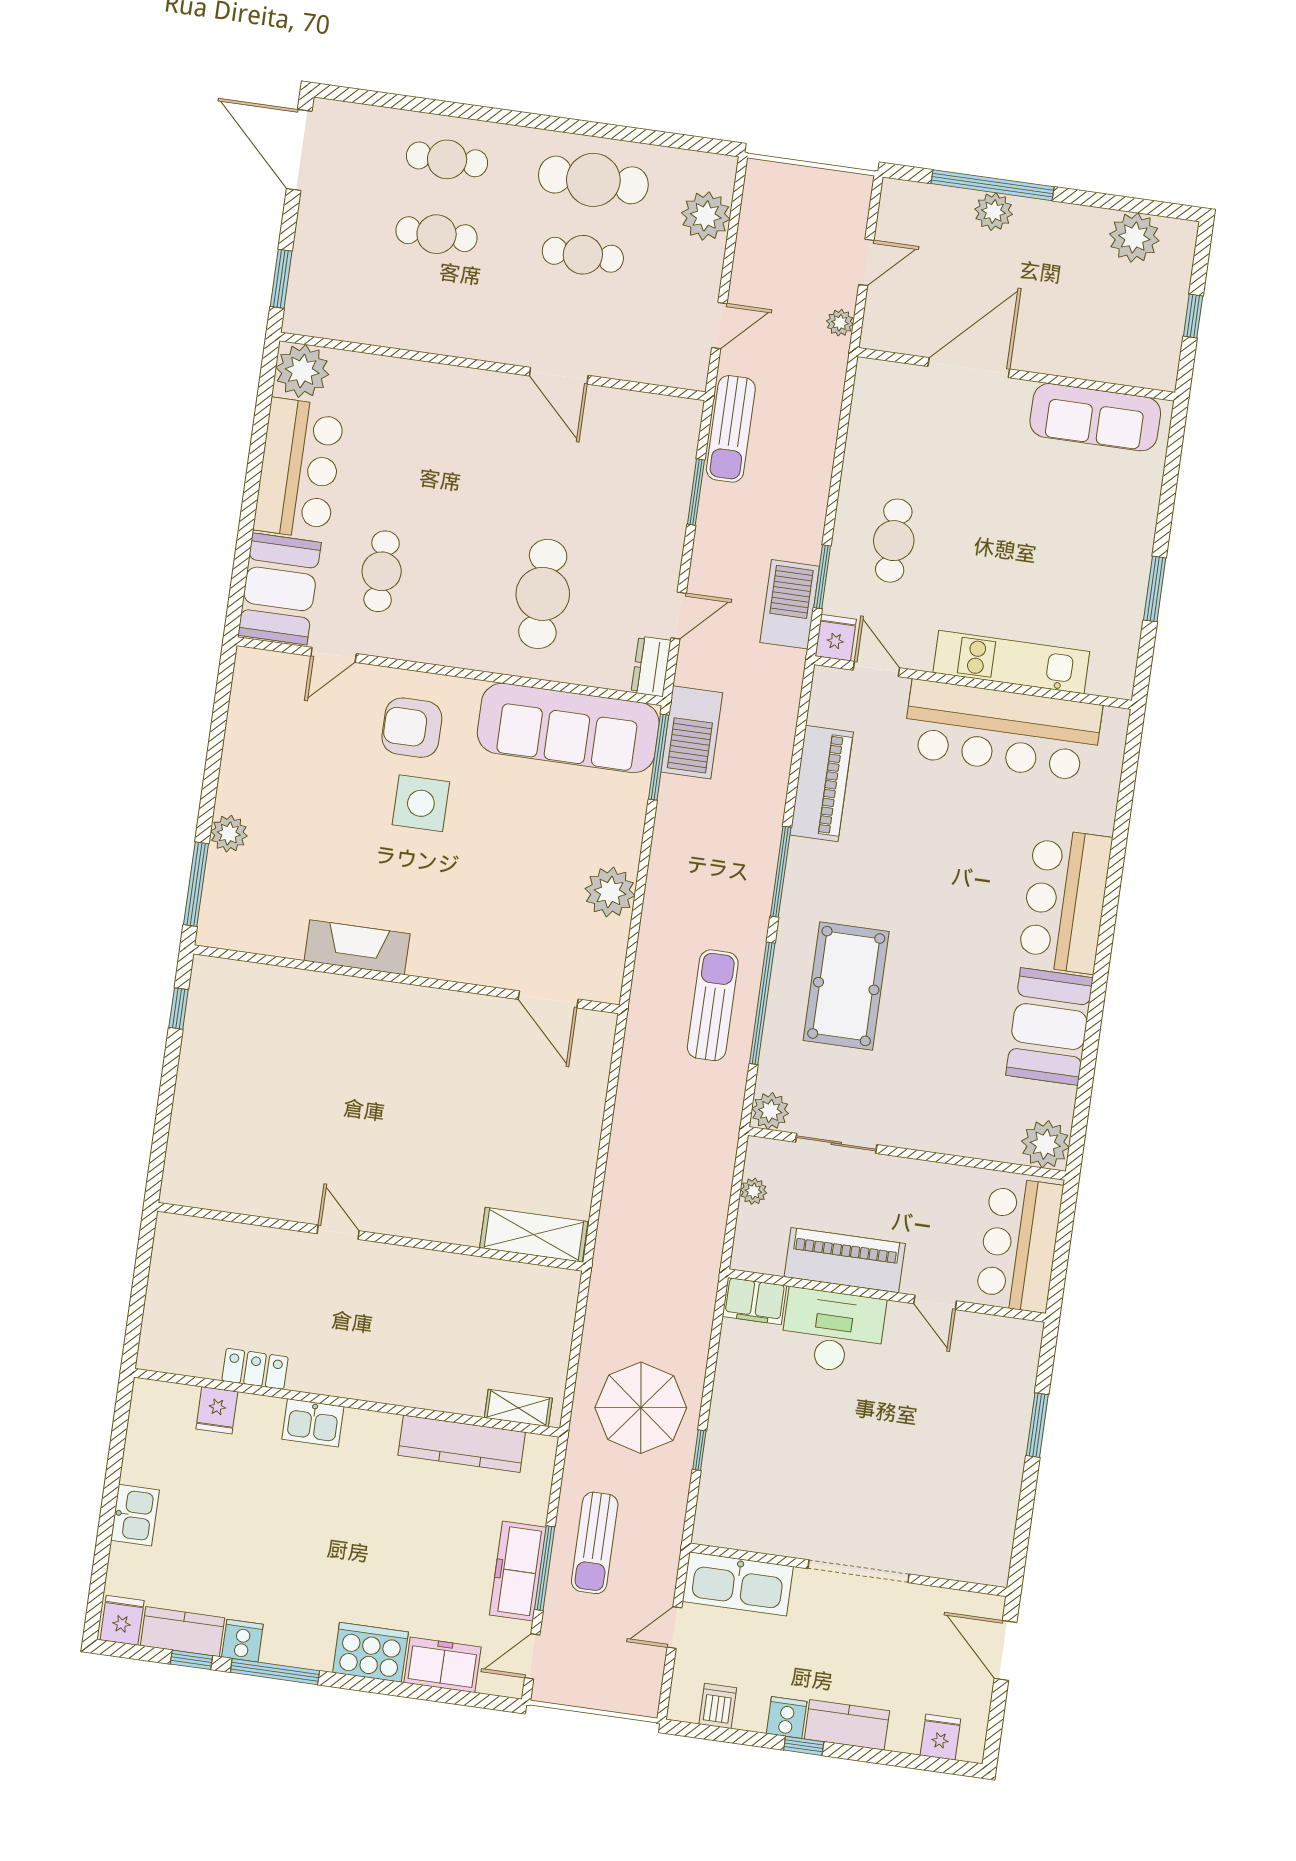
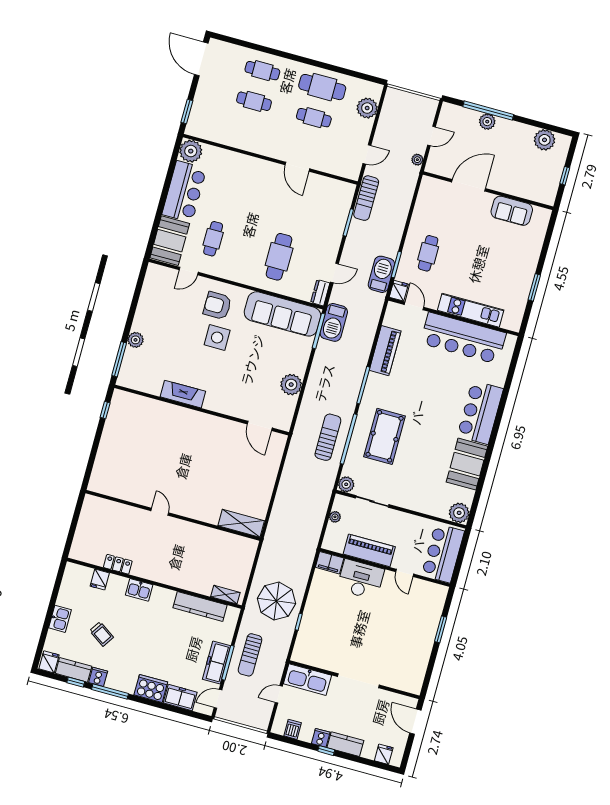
sofa: (1095, 417) -> (512, 211), width x0.73
trolley: (238, 1539) -> (102, 634), added

